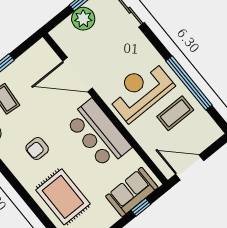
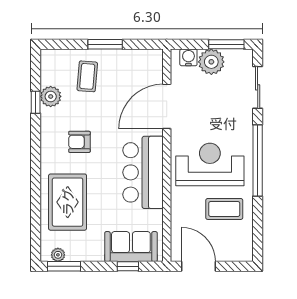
water cooler: (65, 29) -> (188, 57), added
door: (78, 75) -> (167, 106), hinge flipped
window: (189, 83) -> (258, 161), moved

